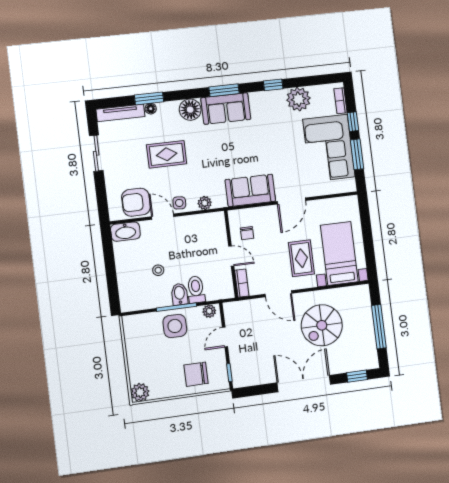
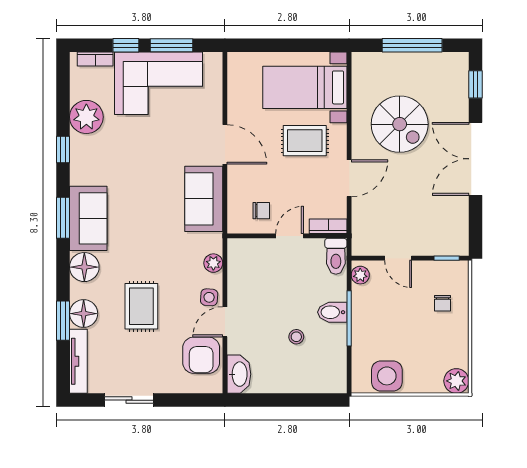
floor lamp: (151, 109) -> (84, 314), width x1.89, depth x1.89
toilet: (196, 290) -> (336, 256), moved, turned -90
side table: (175, 326) -> (387, 376), moved
chair: (196, 374) -> (443, 303), width x0.54, depth x0.54

